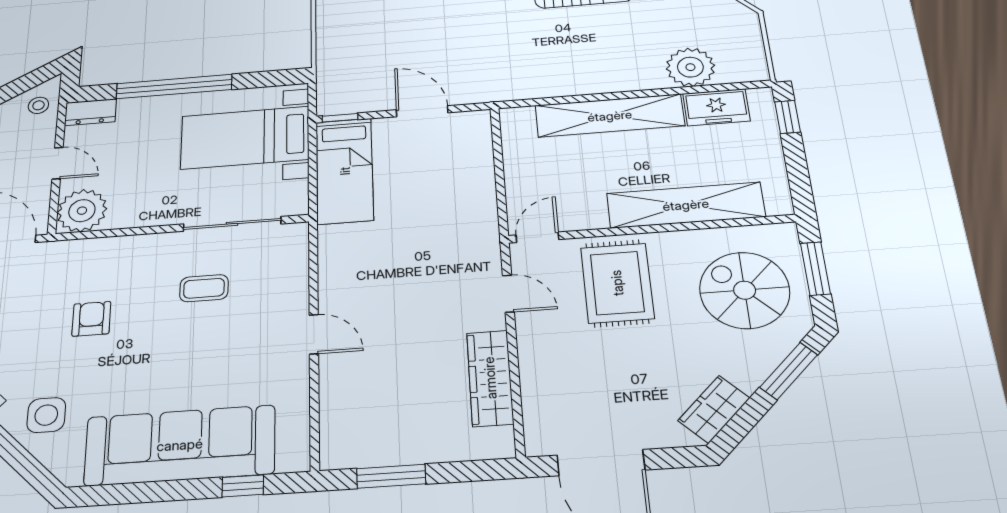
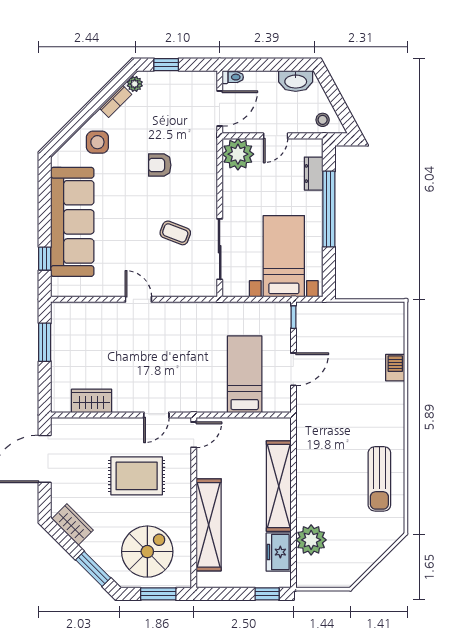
dresser: (90, 112) -> (314, 174), moved
bed: (345, 171) -> (245, 374), moved, turned 90
door: (537, 237) -> (194, 435), hinge flipped
rug: (617, 283) -> (137, 476), moved
coffee table: (204, 288) -> (175, 233), turned -69
armchair: (91, 319) -> (160, 165), turned 180
door: (314, 334) -> (138, 299), swing flipped
wardrobe: (490, 378) -> (92, 401), width x0.67

